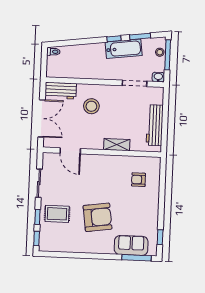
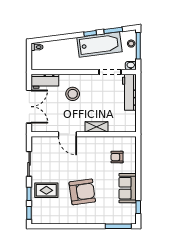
bathtub: (124, 49) -> (99, 45), width x1.36, depth x1.36
workbench: (155, 125) -> (129, 92), moved
door: (70, 151) -> (67, 134), moved
sofa: (131, 245) -> (128, 188), moved, turned -90

